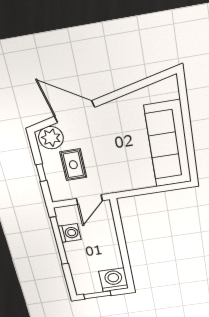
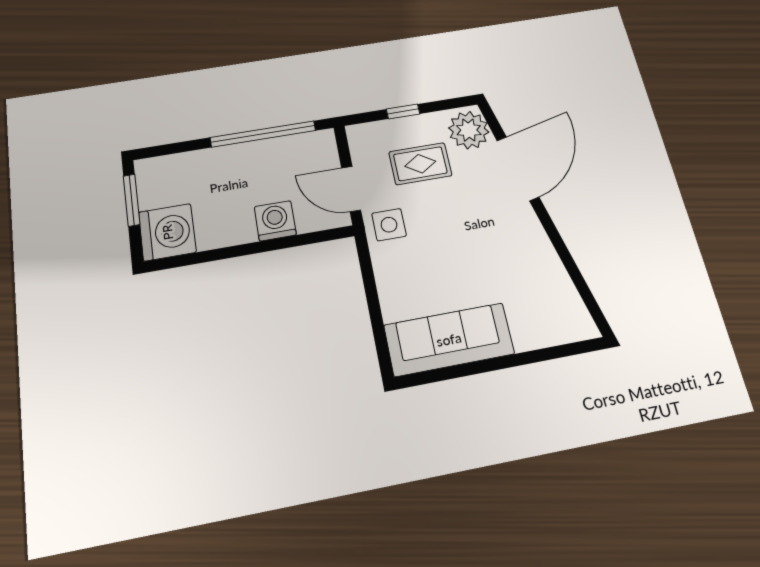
sofa: (168, 144) -> (449, 339), width x0.74, depth x0.79
side table: (110, 182) -> (389, 225), added
washing machine: (70, 233) -> (275, 221), moved, turned 180

